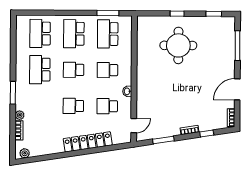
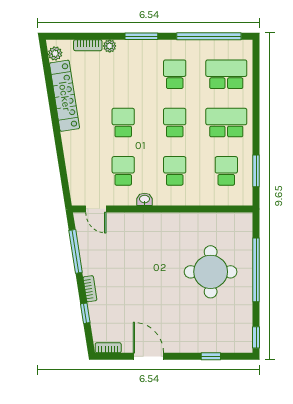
window: (177, 14) -> (256, 270), width x3.17
window: (214, 14) -> (256, 337), moved
school desk: (108, 34) -> (226, 171), width x0.54
window: (13, 46) -> (209, 36), added
window: (238, 46) -> (211, 356), width x0.46
school desk: (40, 70) -> (175, 74), width x0.54
window: (163, 140) -> (76, 251), width x1.44
locker: (88, 142) -> (65, 96), moved

